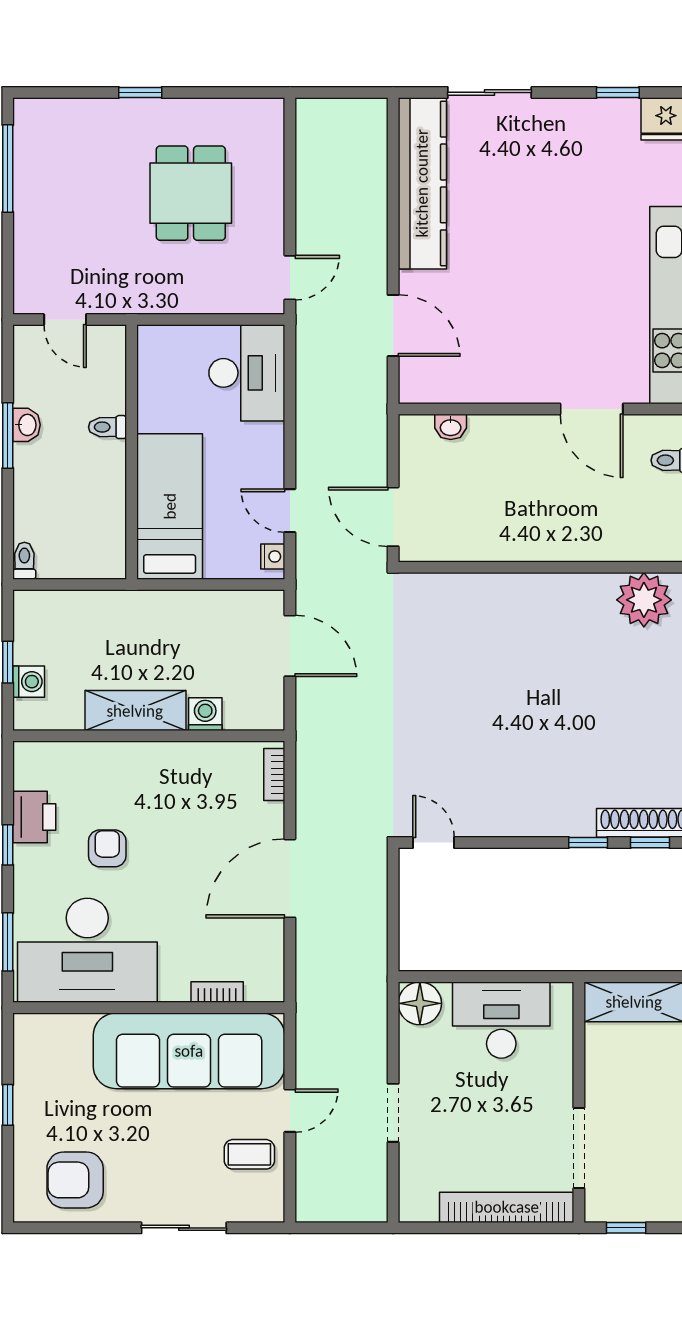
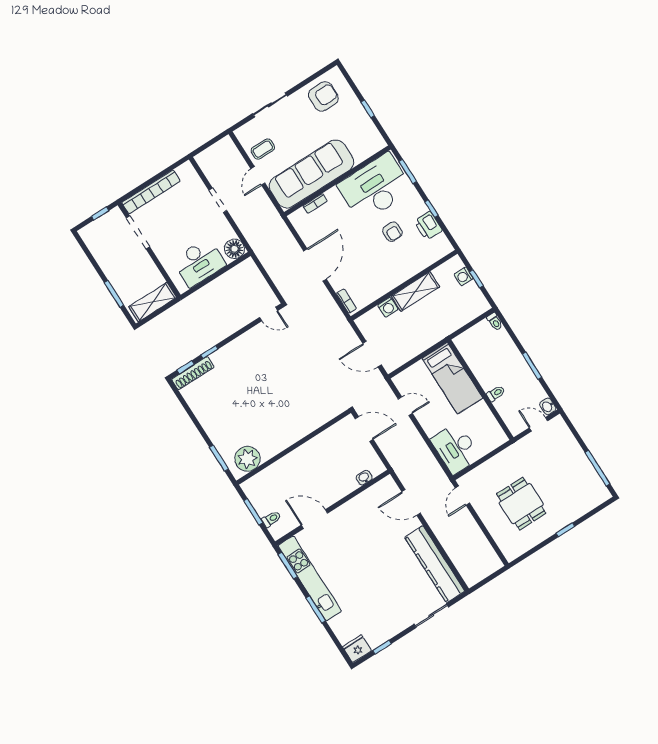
washbasin: (27, 425) -> (548, 406), moved
nightstand: (273, 556) -> (401, 384), removed

